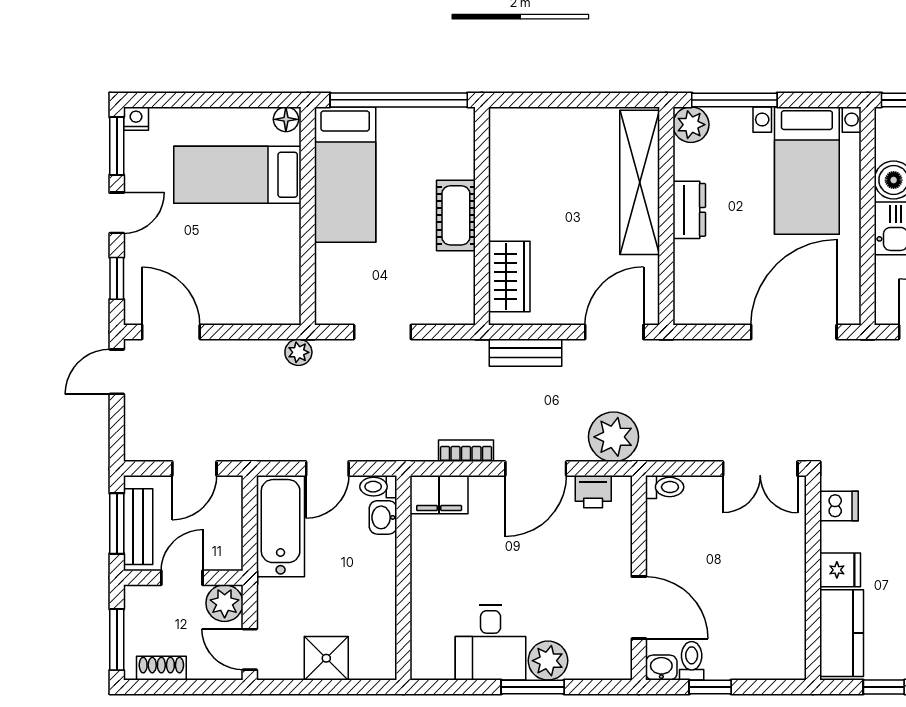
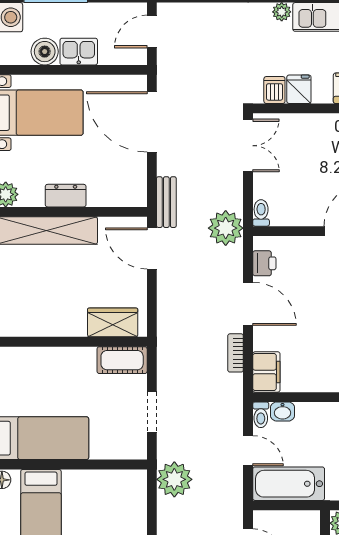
cot: (456, 215) -> (122, 360), moved
plant: (298, 352) -> (174, 479), width x1.88, depth x1.88
bench: (526, 353) -> (166, 202), moved
plant: (614, 437) -> (226, 228), moved
fridge: (840, 570) -> (299, 89), moved

